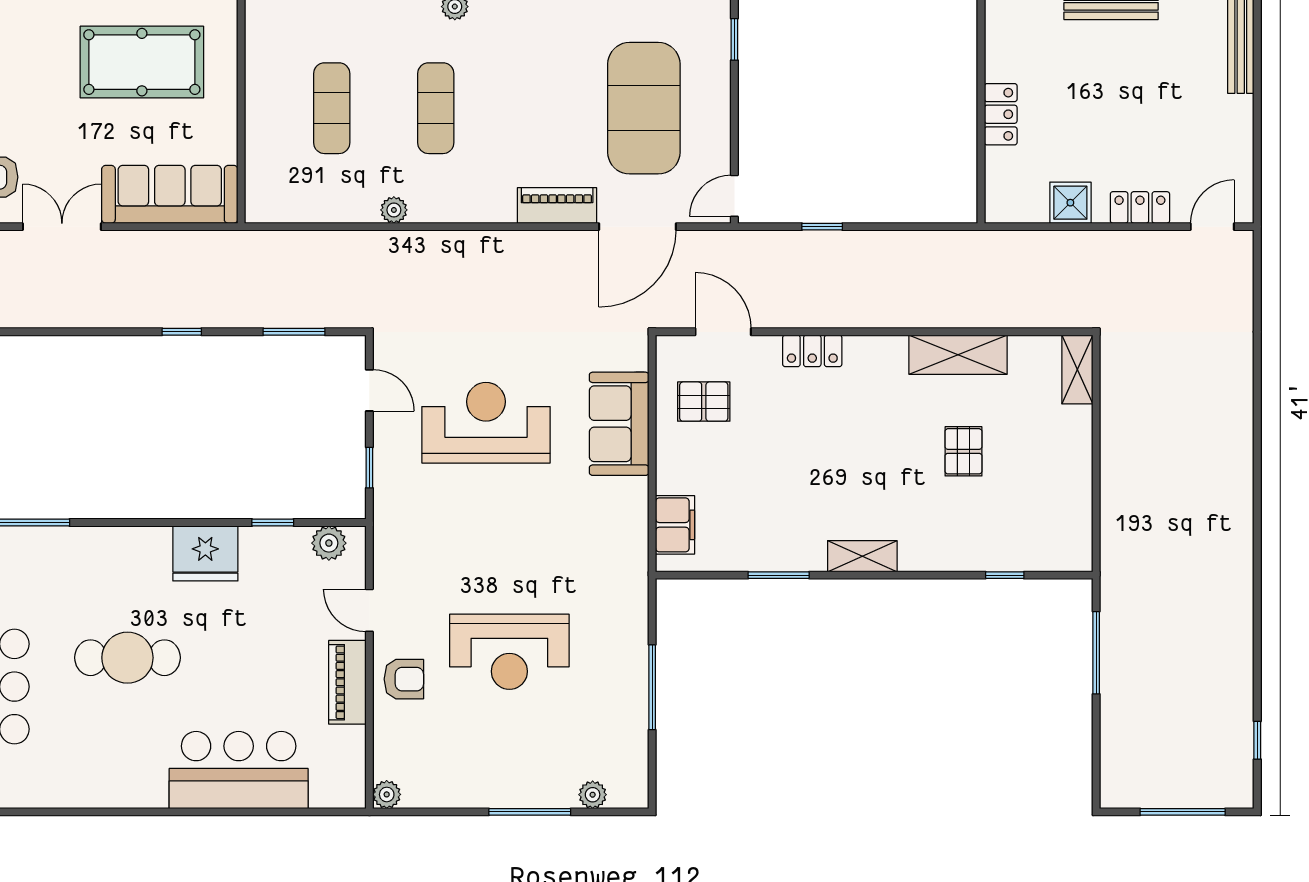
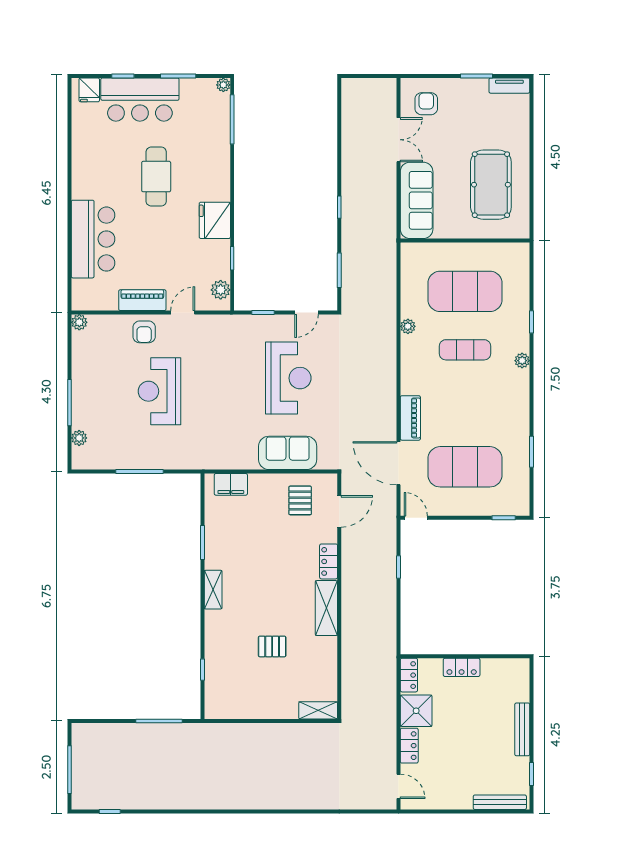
exercise mat: (332, 108) -> (465, 291), width x2.00, depth x1.45
shower: (1070, 203) -> (416, 711), width x1.36, depth x1.36
locker: (1014, 208) -> (409, 675), added
shelving: (958, 355) -> (326, 608), moved

